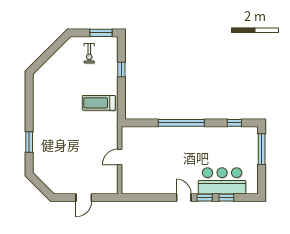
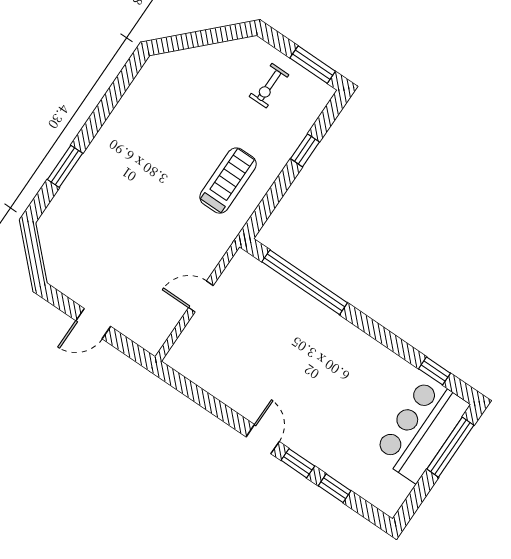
treadmill: (99, 103) -> (228, 181), turned 90
window: (181, 123) -> (305, 282), moved
bar counter: (222, 181) -> (421, 429), moved, turned -90

